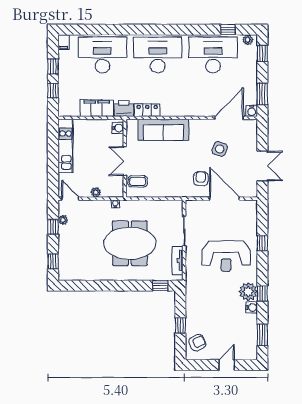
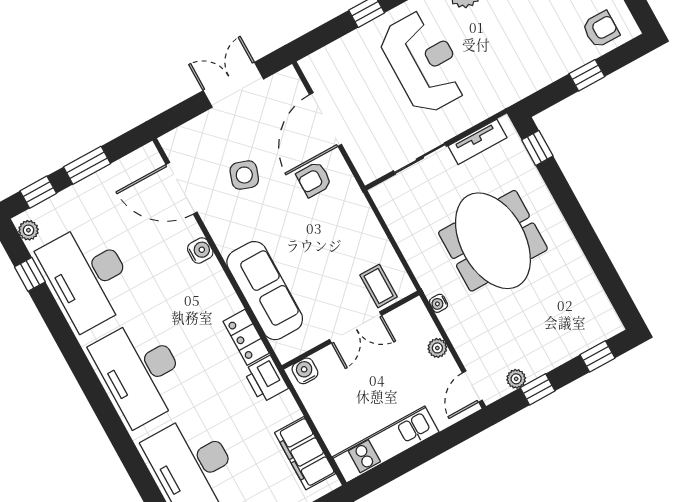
window: (262, 94) -> (87, 165), moved
filing cabinet: (97, 108) -> (305, 453), moved
water cooler: (252, 111) -> (200, 251), moved
armchair: (197, 343) -> (601, 29), turned 116

